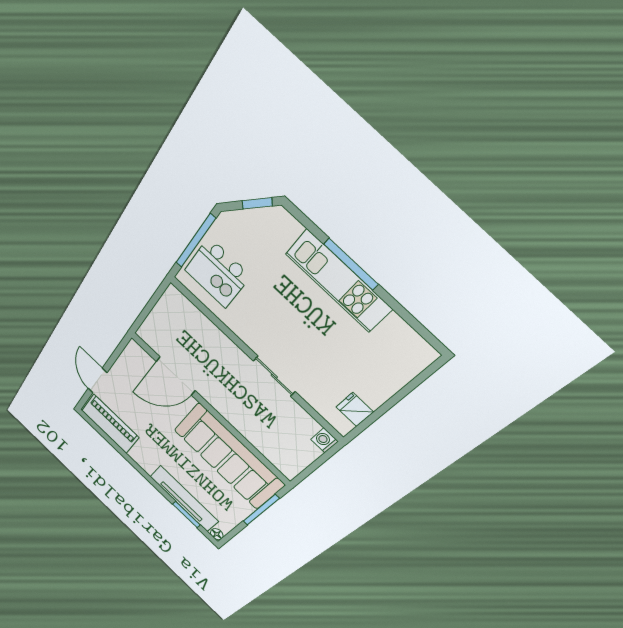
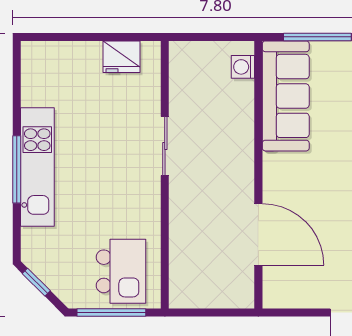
fridge: (355, 409) -> (121, 57), width x1.38
washing machine: (324, 440) -> (243, 67), moved, turned 90
sofa: (229, 457) -> (286, 96), width x0.74, depth x0.79

